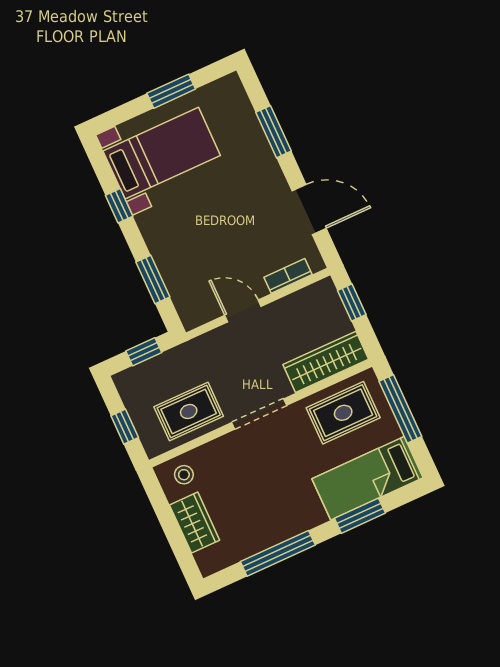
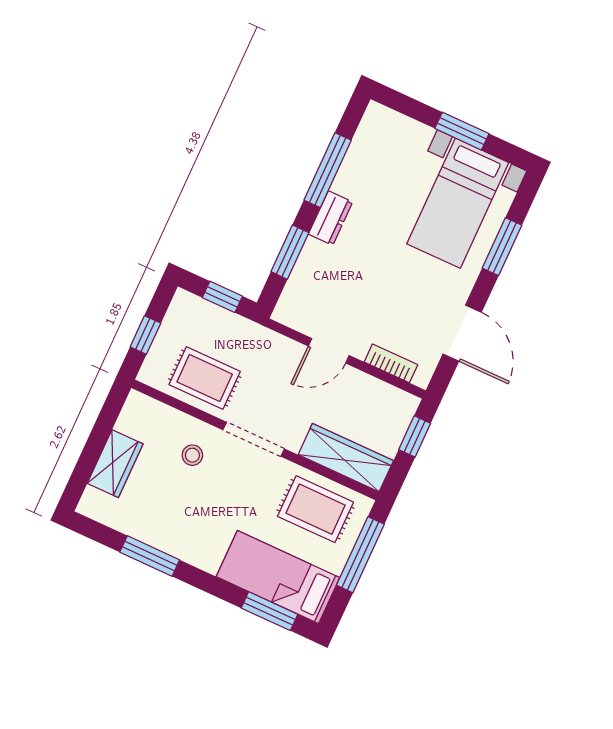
bed with nightstands: (162, 153) -> (458, 203), moved, turned 90
window: (119, 206) -> (328, 170), width x2.17
dresser: (153, 232) -> (331, 218), added
door: (243, 311) -> (329, 351), swing flipped
stool: (184, 475) -> (192, 455), moved
window: (360, 516) -> (270, 611), moved
window: (278, 553) -> (150, 556), width x0.69

